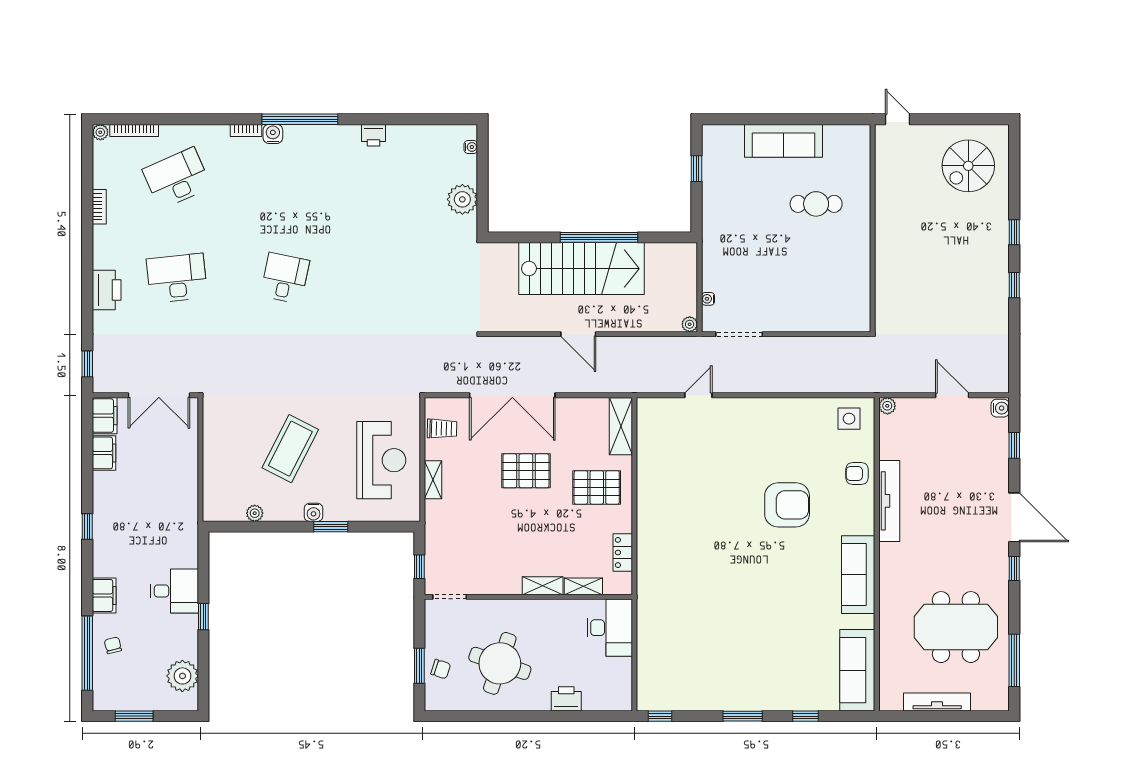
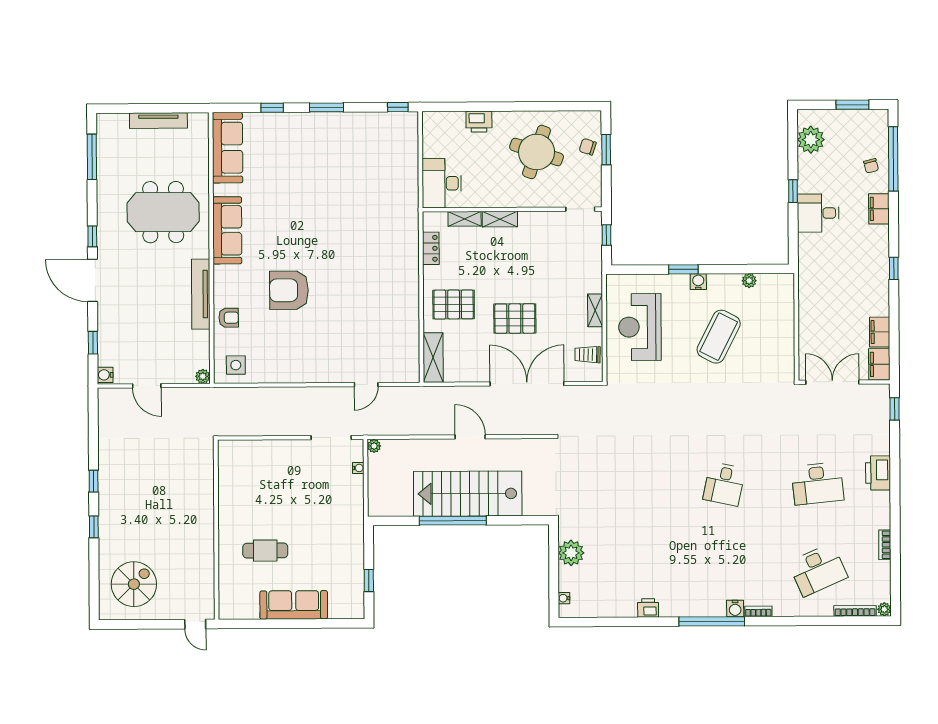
meeting table: (956, 627) -> (163, 212), moved

